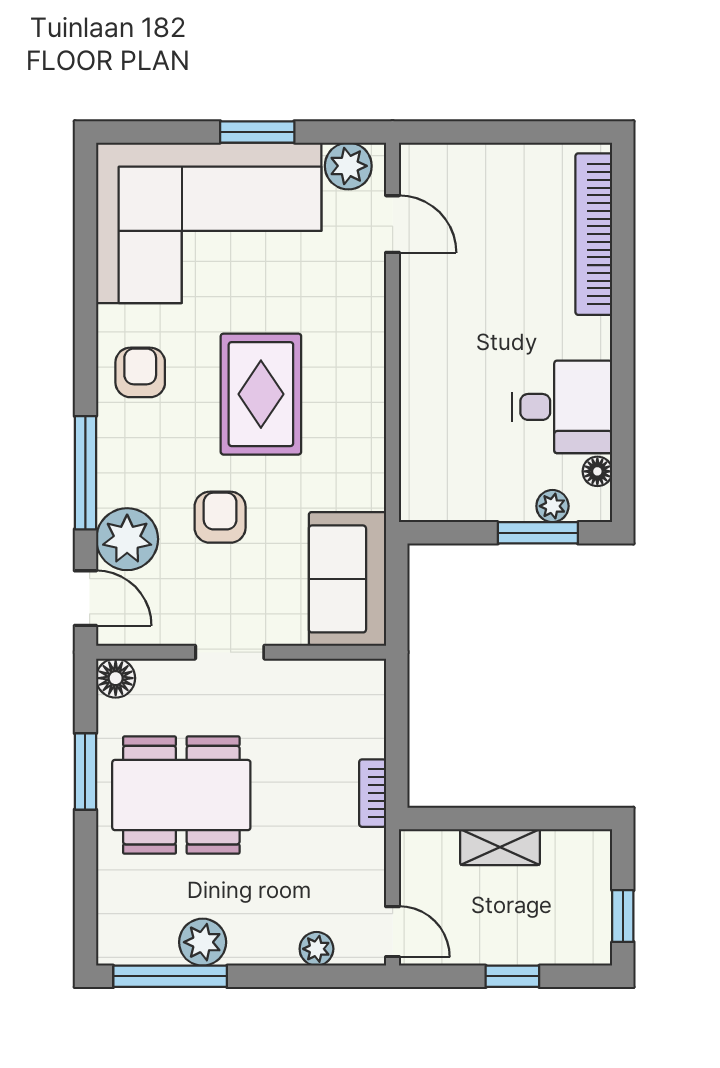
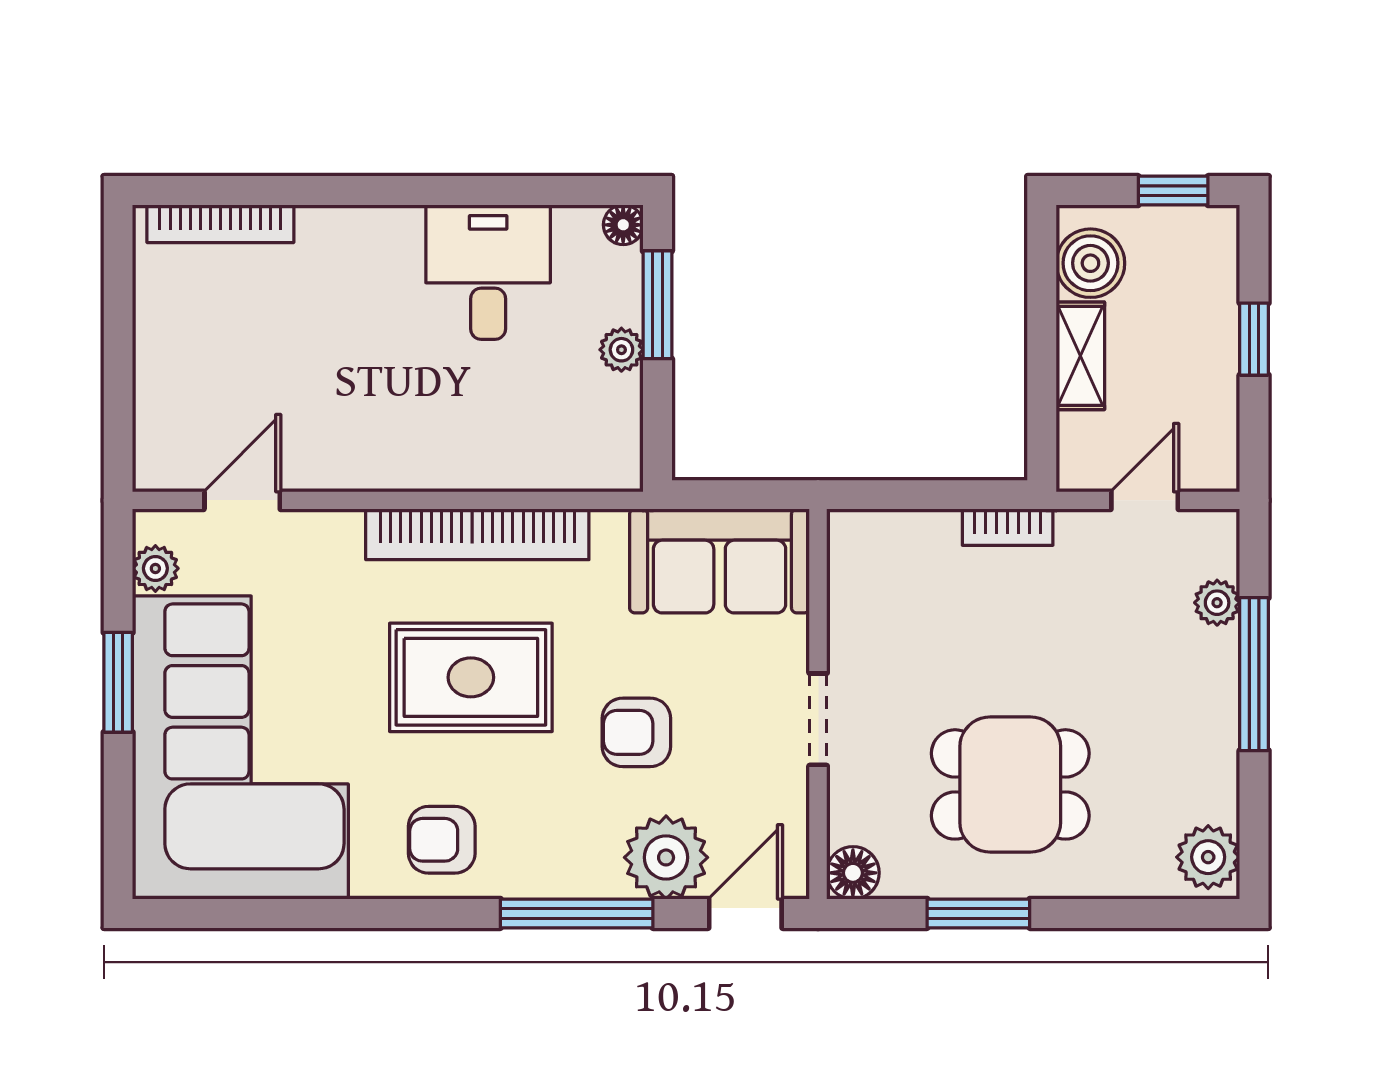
plant: (348, 166) -> (155, 568), width x0.73, depth x0.73
bookcase: (594, 234) -> (220, 224), width x0.68, depth x0.76
bookcase: (367, 399) -> (477, 534), added
floor lamp: (597, 471) -> (623, 225), moved
plant: (552, 506) -> (621, 350), moved
dining table: (181, 795) -> (1010, 784), width x0.73
boiler: (569, 855) -> (1090, 263), added
door: (393, 932) -> (1145, 500), moved
plant: (203, 942) -> (1208, 857), moved
window: (170, 976) -> (1254, 674), moved

